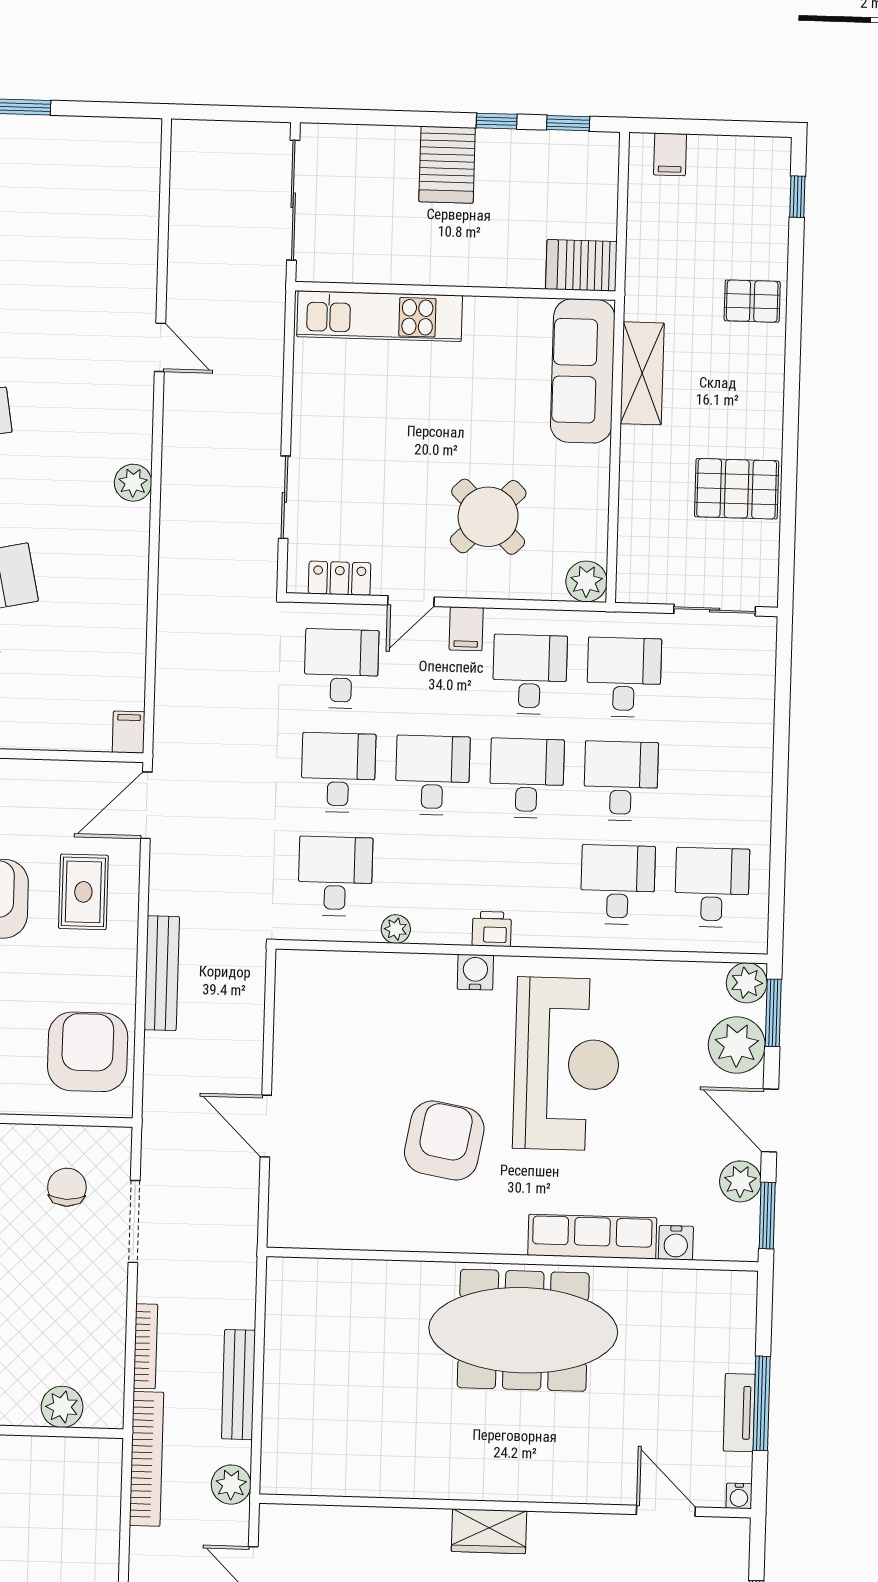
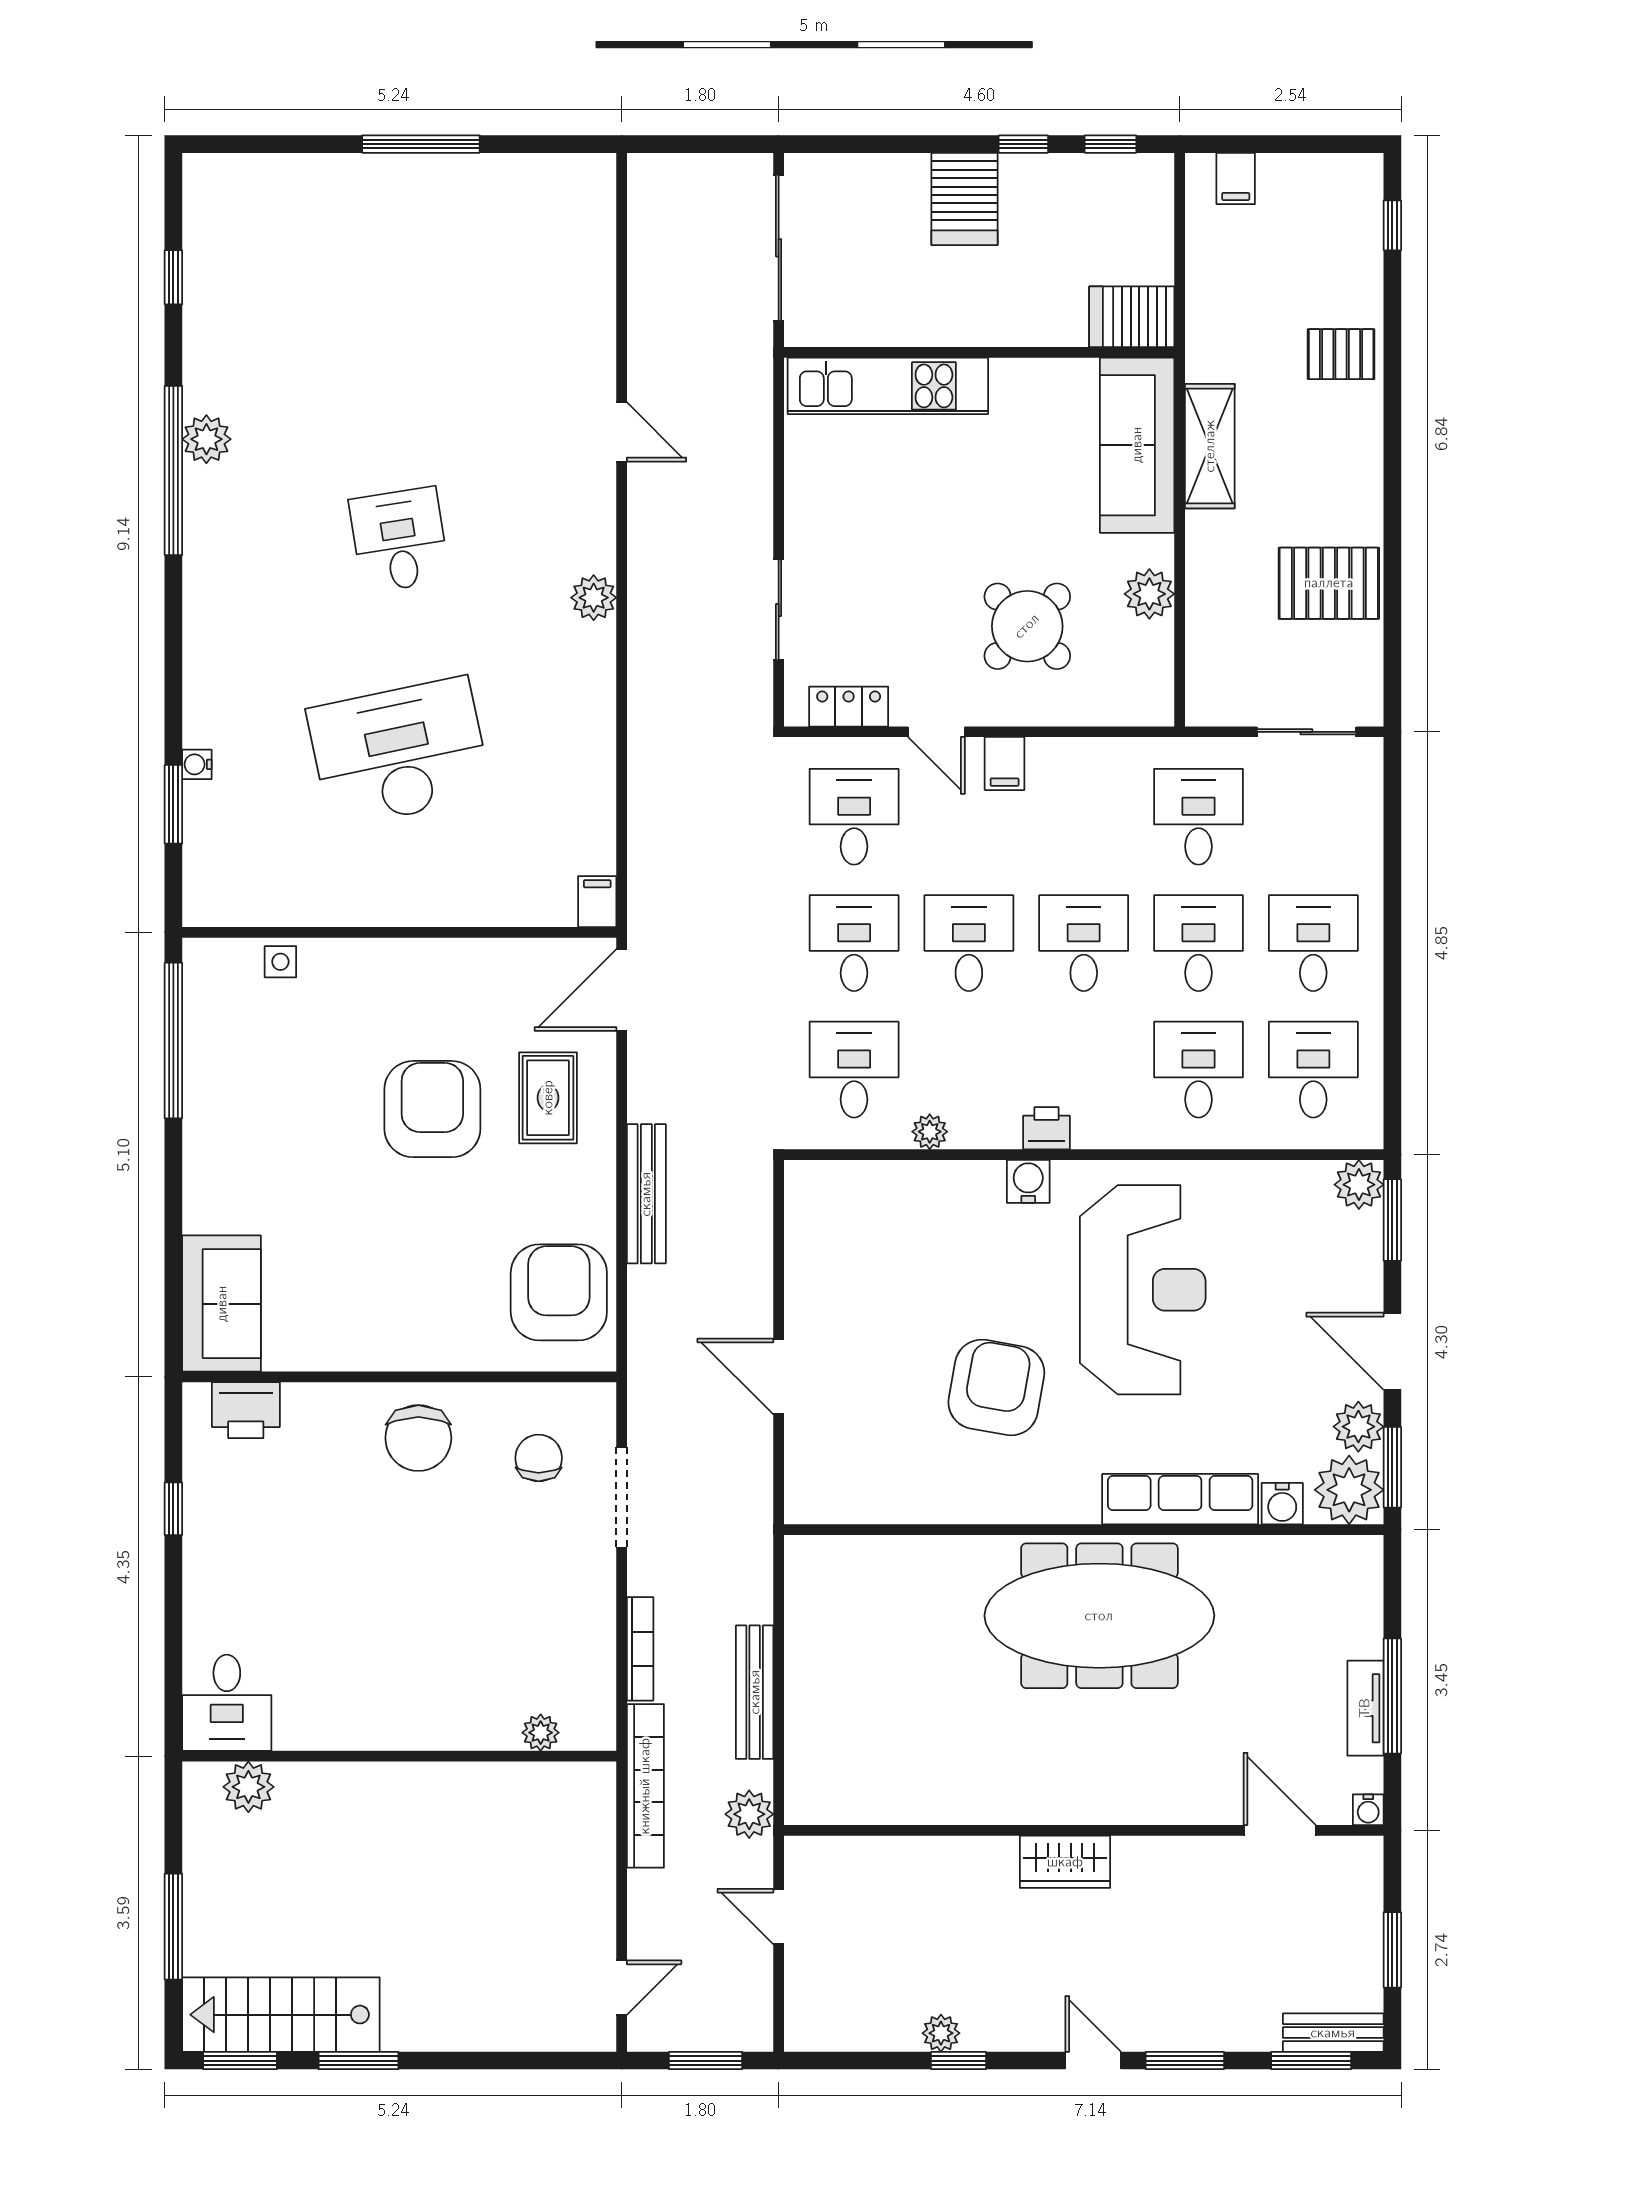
plant: (586, 581) -> (1149, 594), moved
door: (411, 601) -> (936, 732), hinge flipped
desk: (530, 674) -> (1313, 943), moved
plant: (737, 1045) -> (1349, 1490), moved
plant: (62, 1407) -> (541, 1733), width x0.73, depth x0.73

